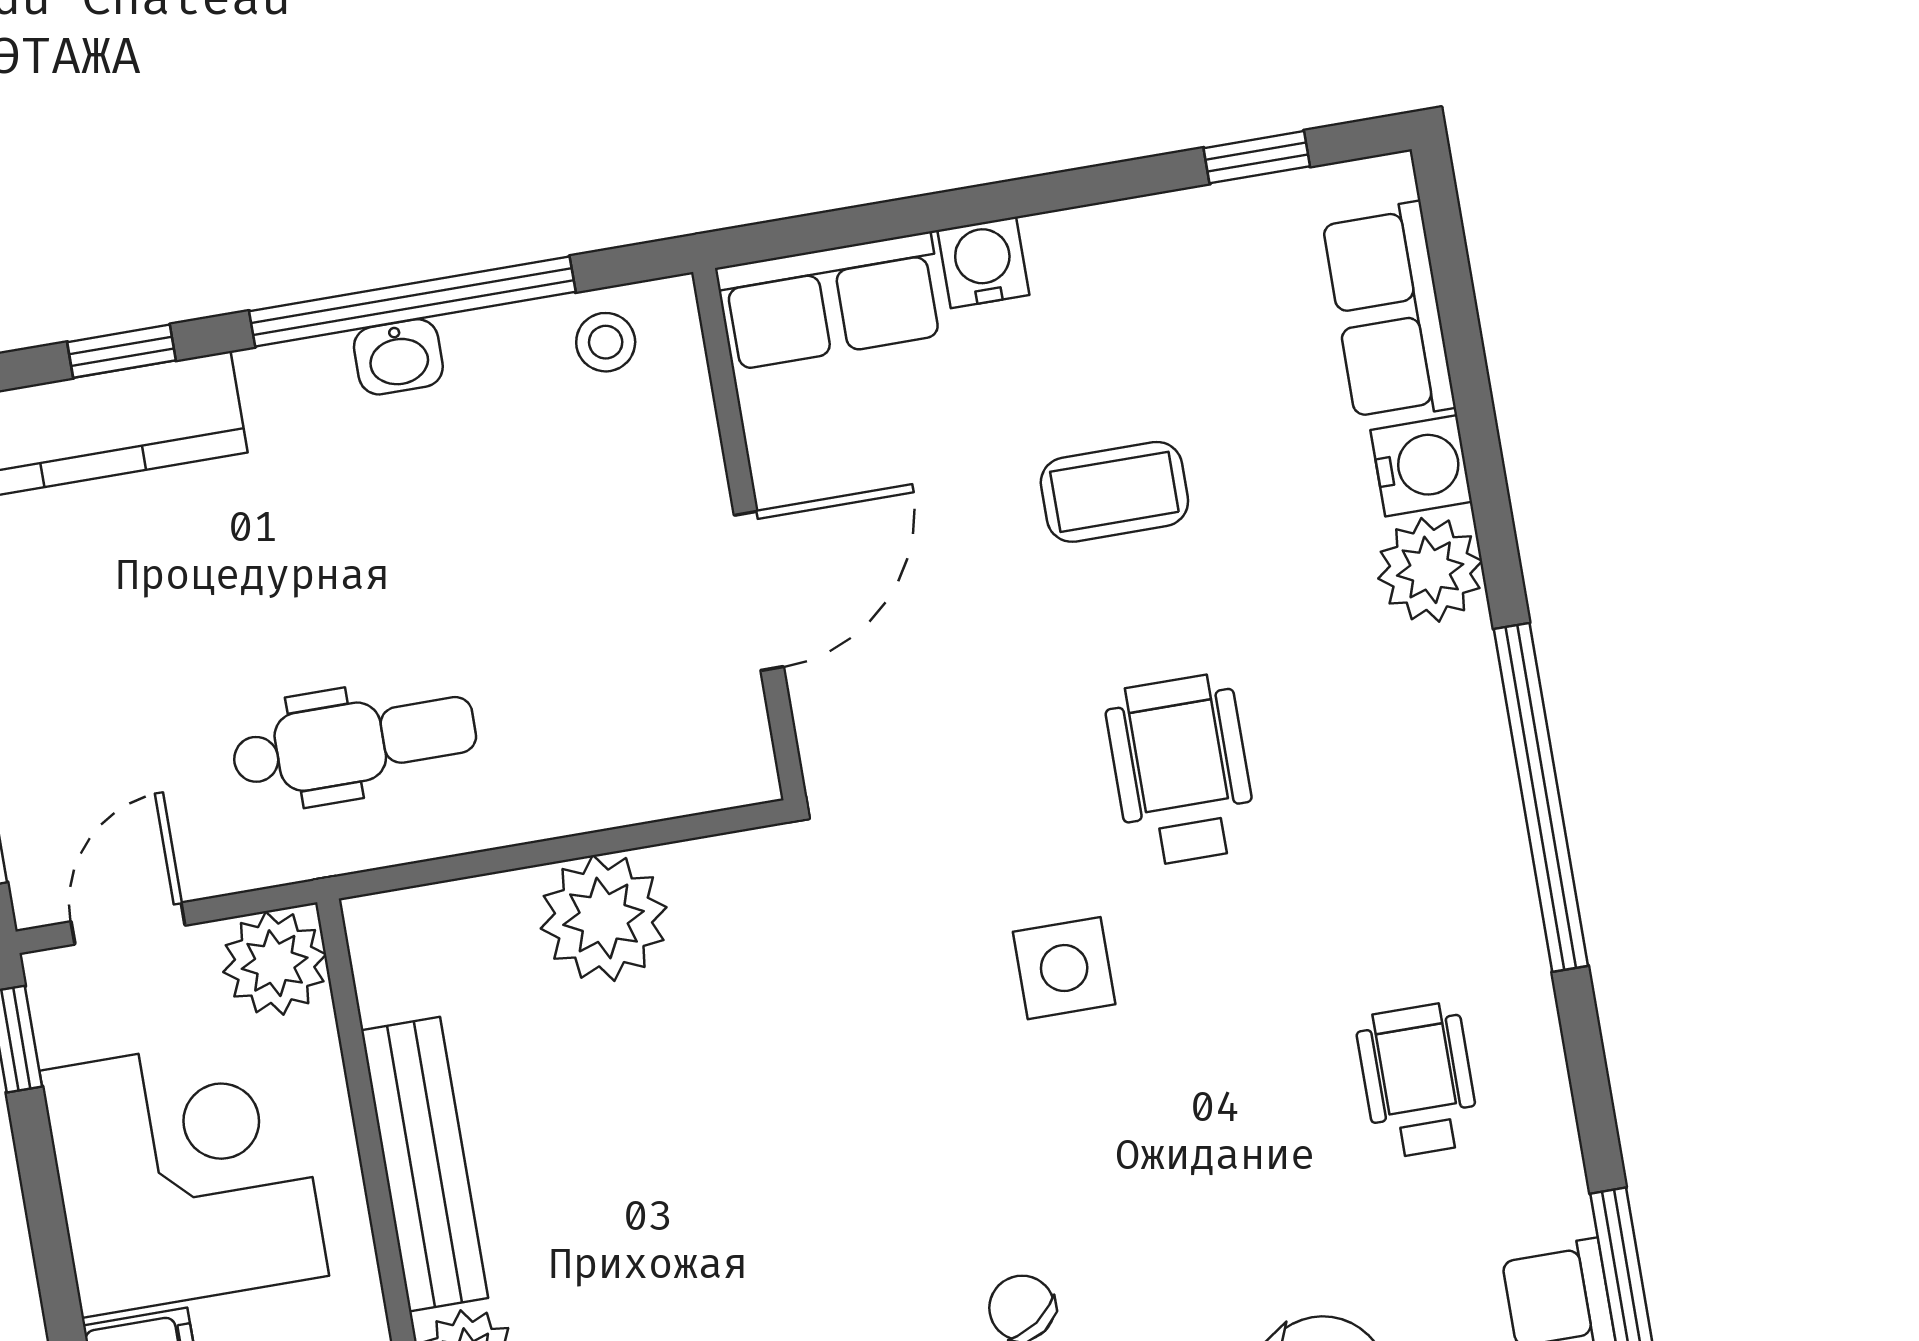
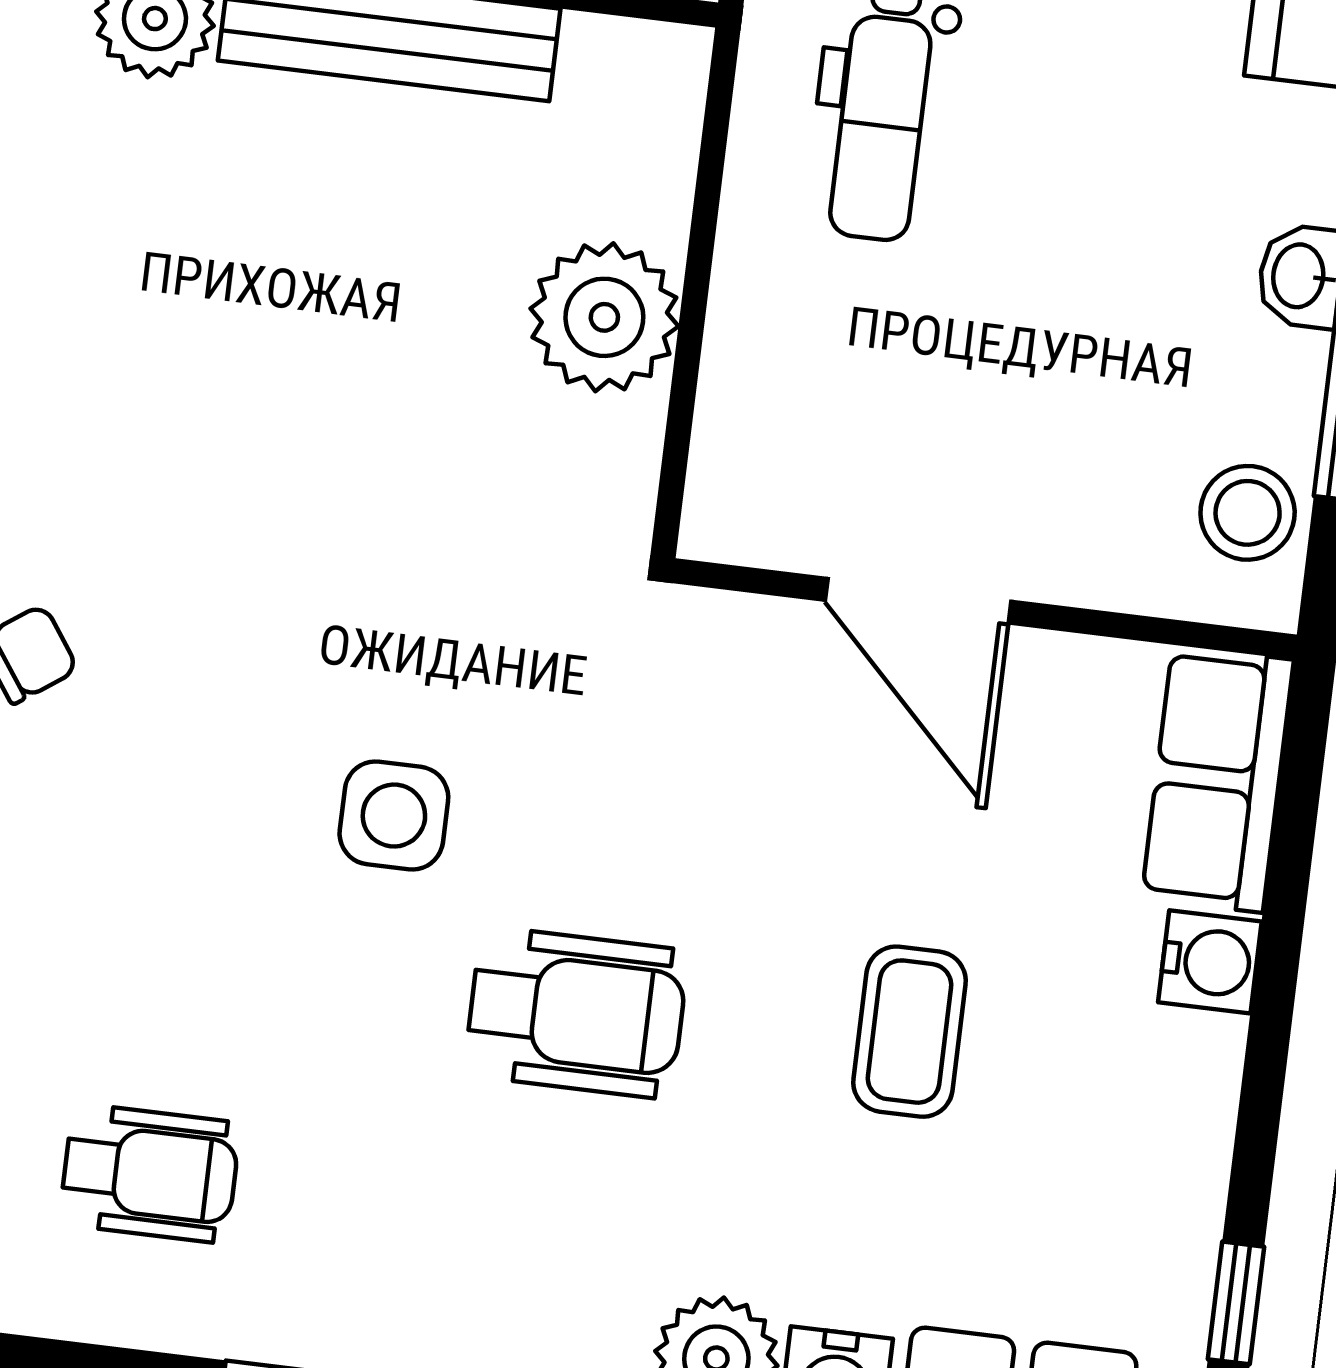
stool: (606, 342) -> (1248, 513), width x1.37, depth x1.37

